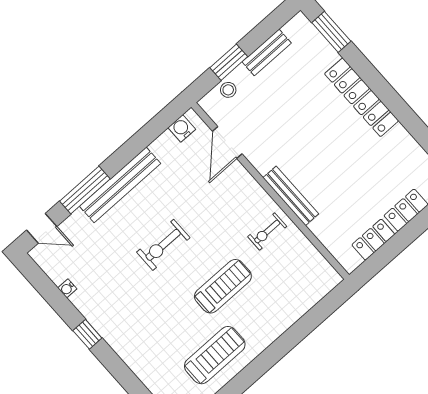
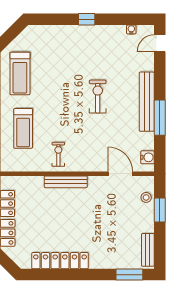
bench: (267, 52) -> (148, 250), moved
locker: (362, 97) -> (60, 261), moved
window: (85, 190) -> (160, 118), moved
treadmill: (223, 286) -> (23, 128), moved
water cooler: (67, 288) -> (131, 29), moved

